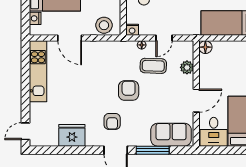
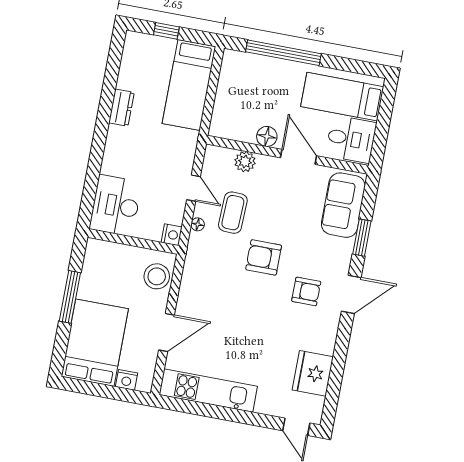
floor lamp: (205, 47) -> (267, 136), moved
fridge: (72, 135) -> (313, 373), moved
window: (153, 150) -> (362, 238), width x0.69

